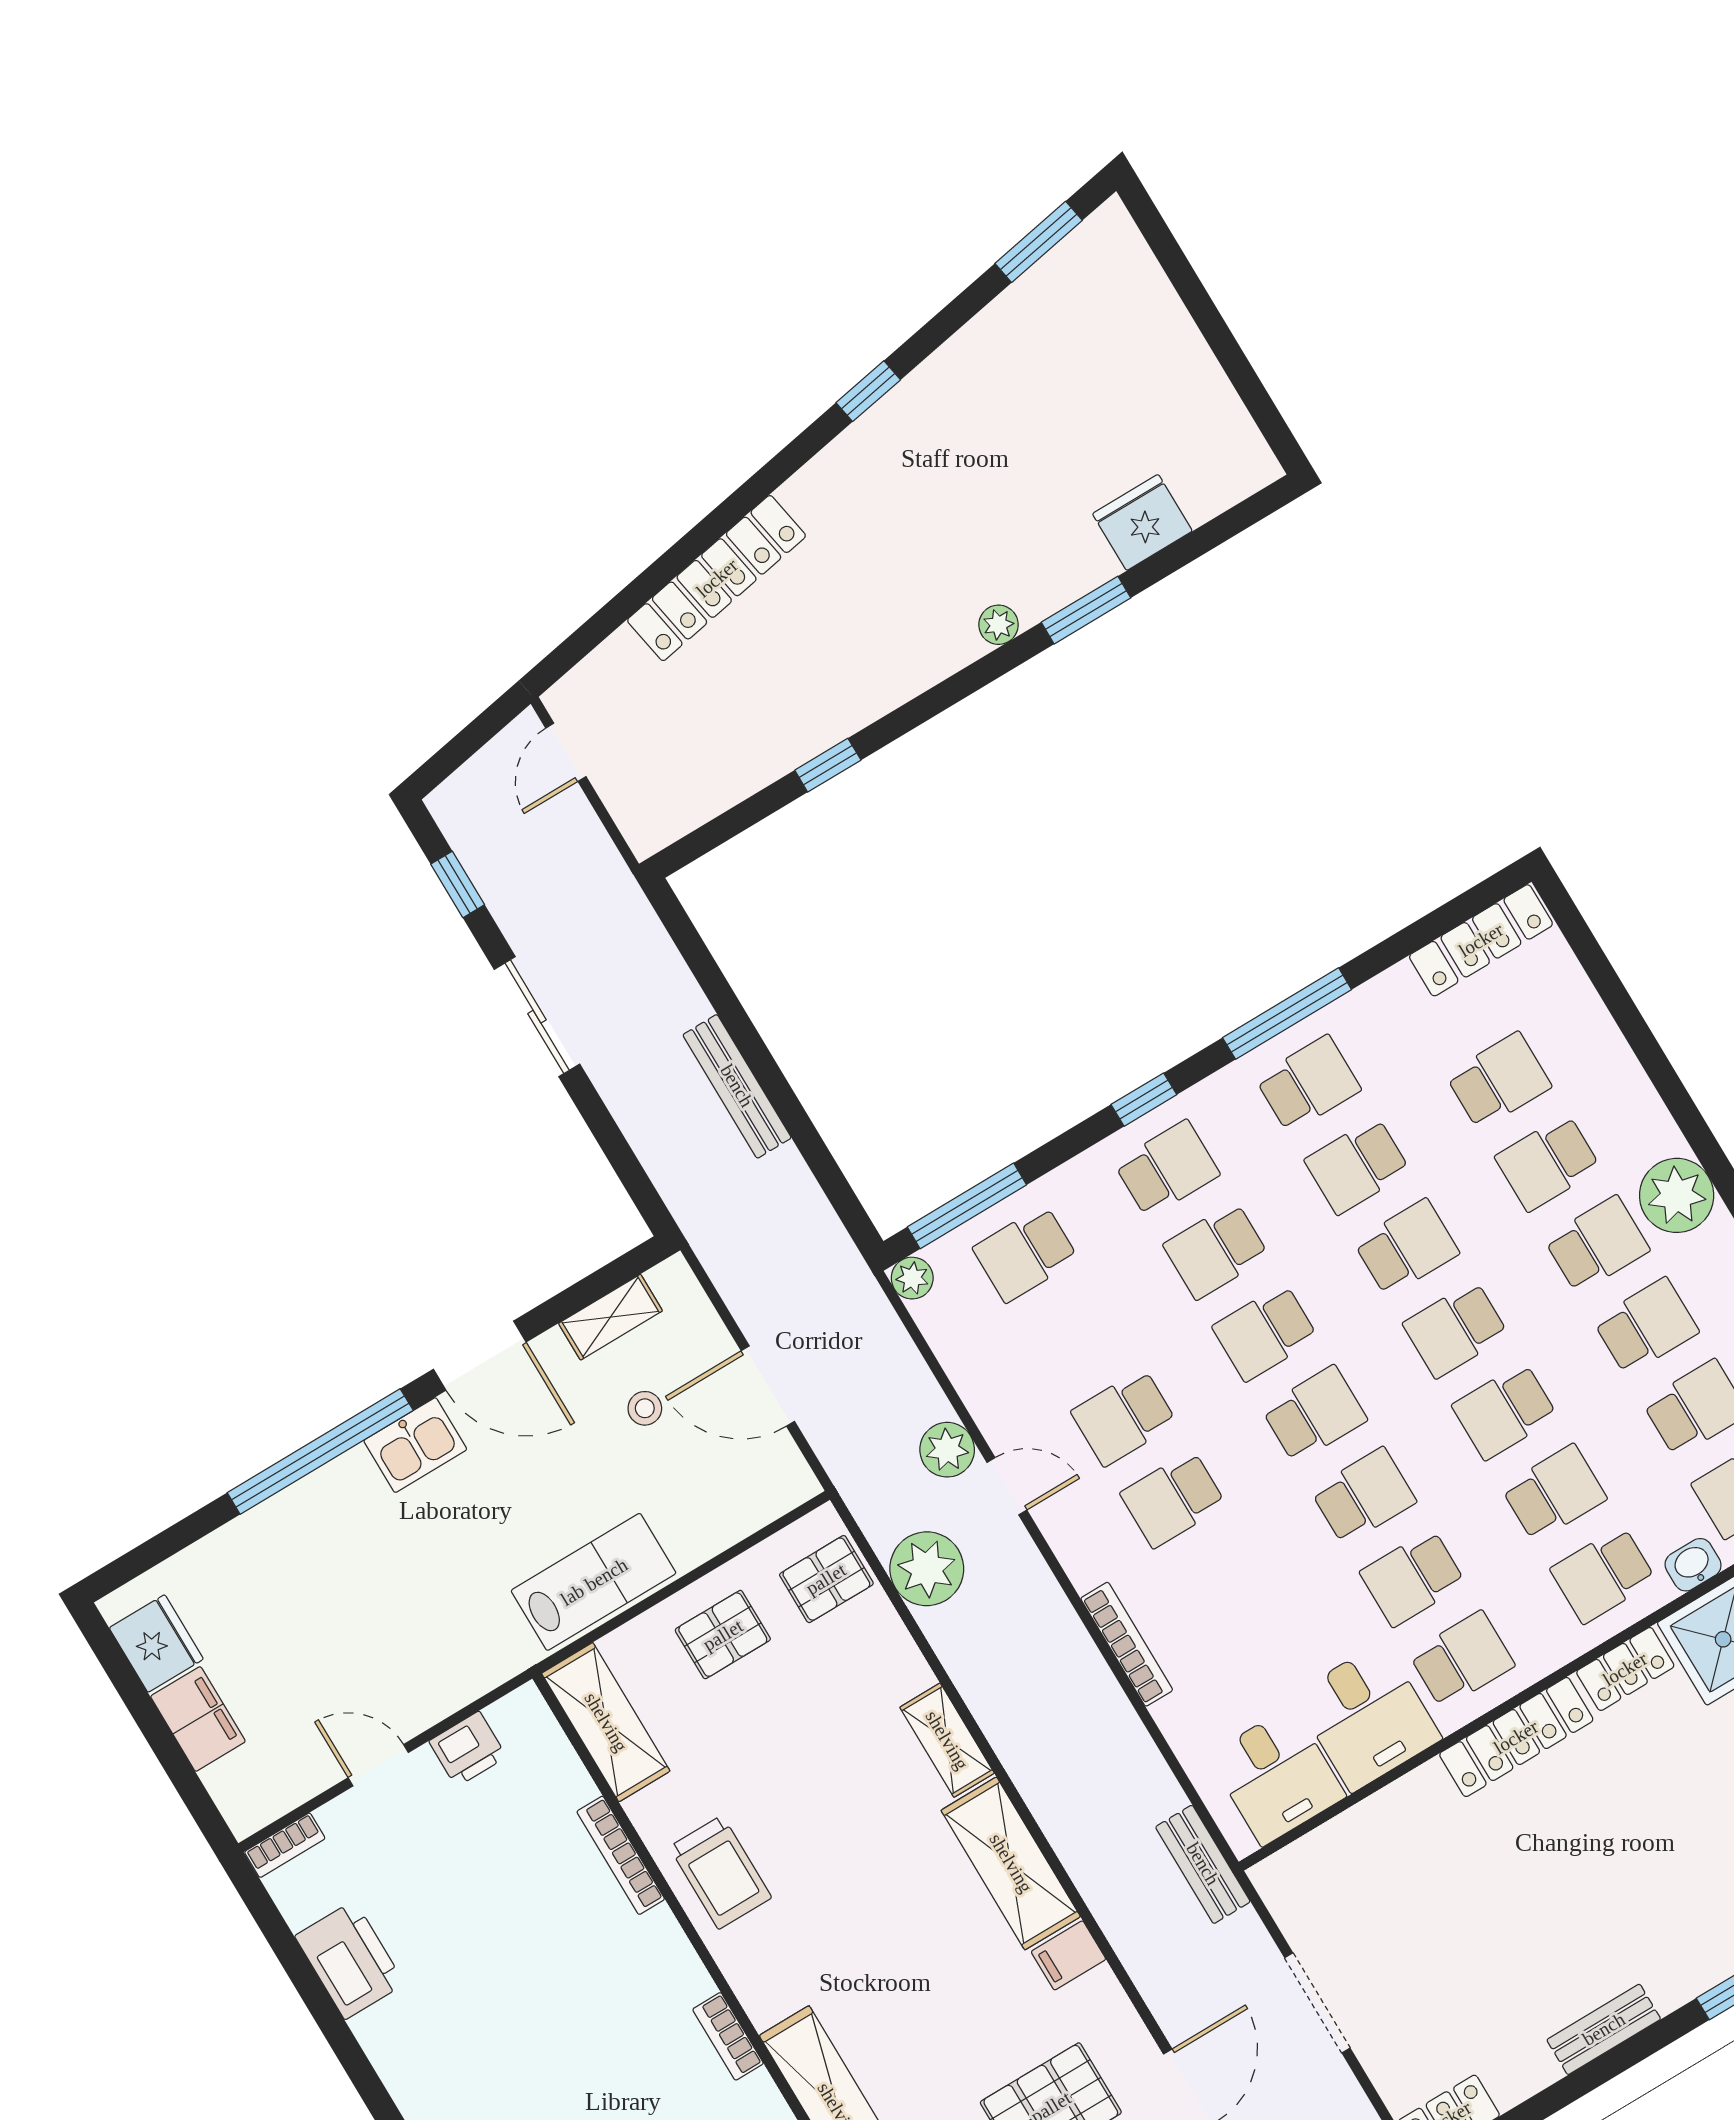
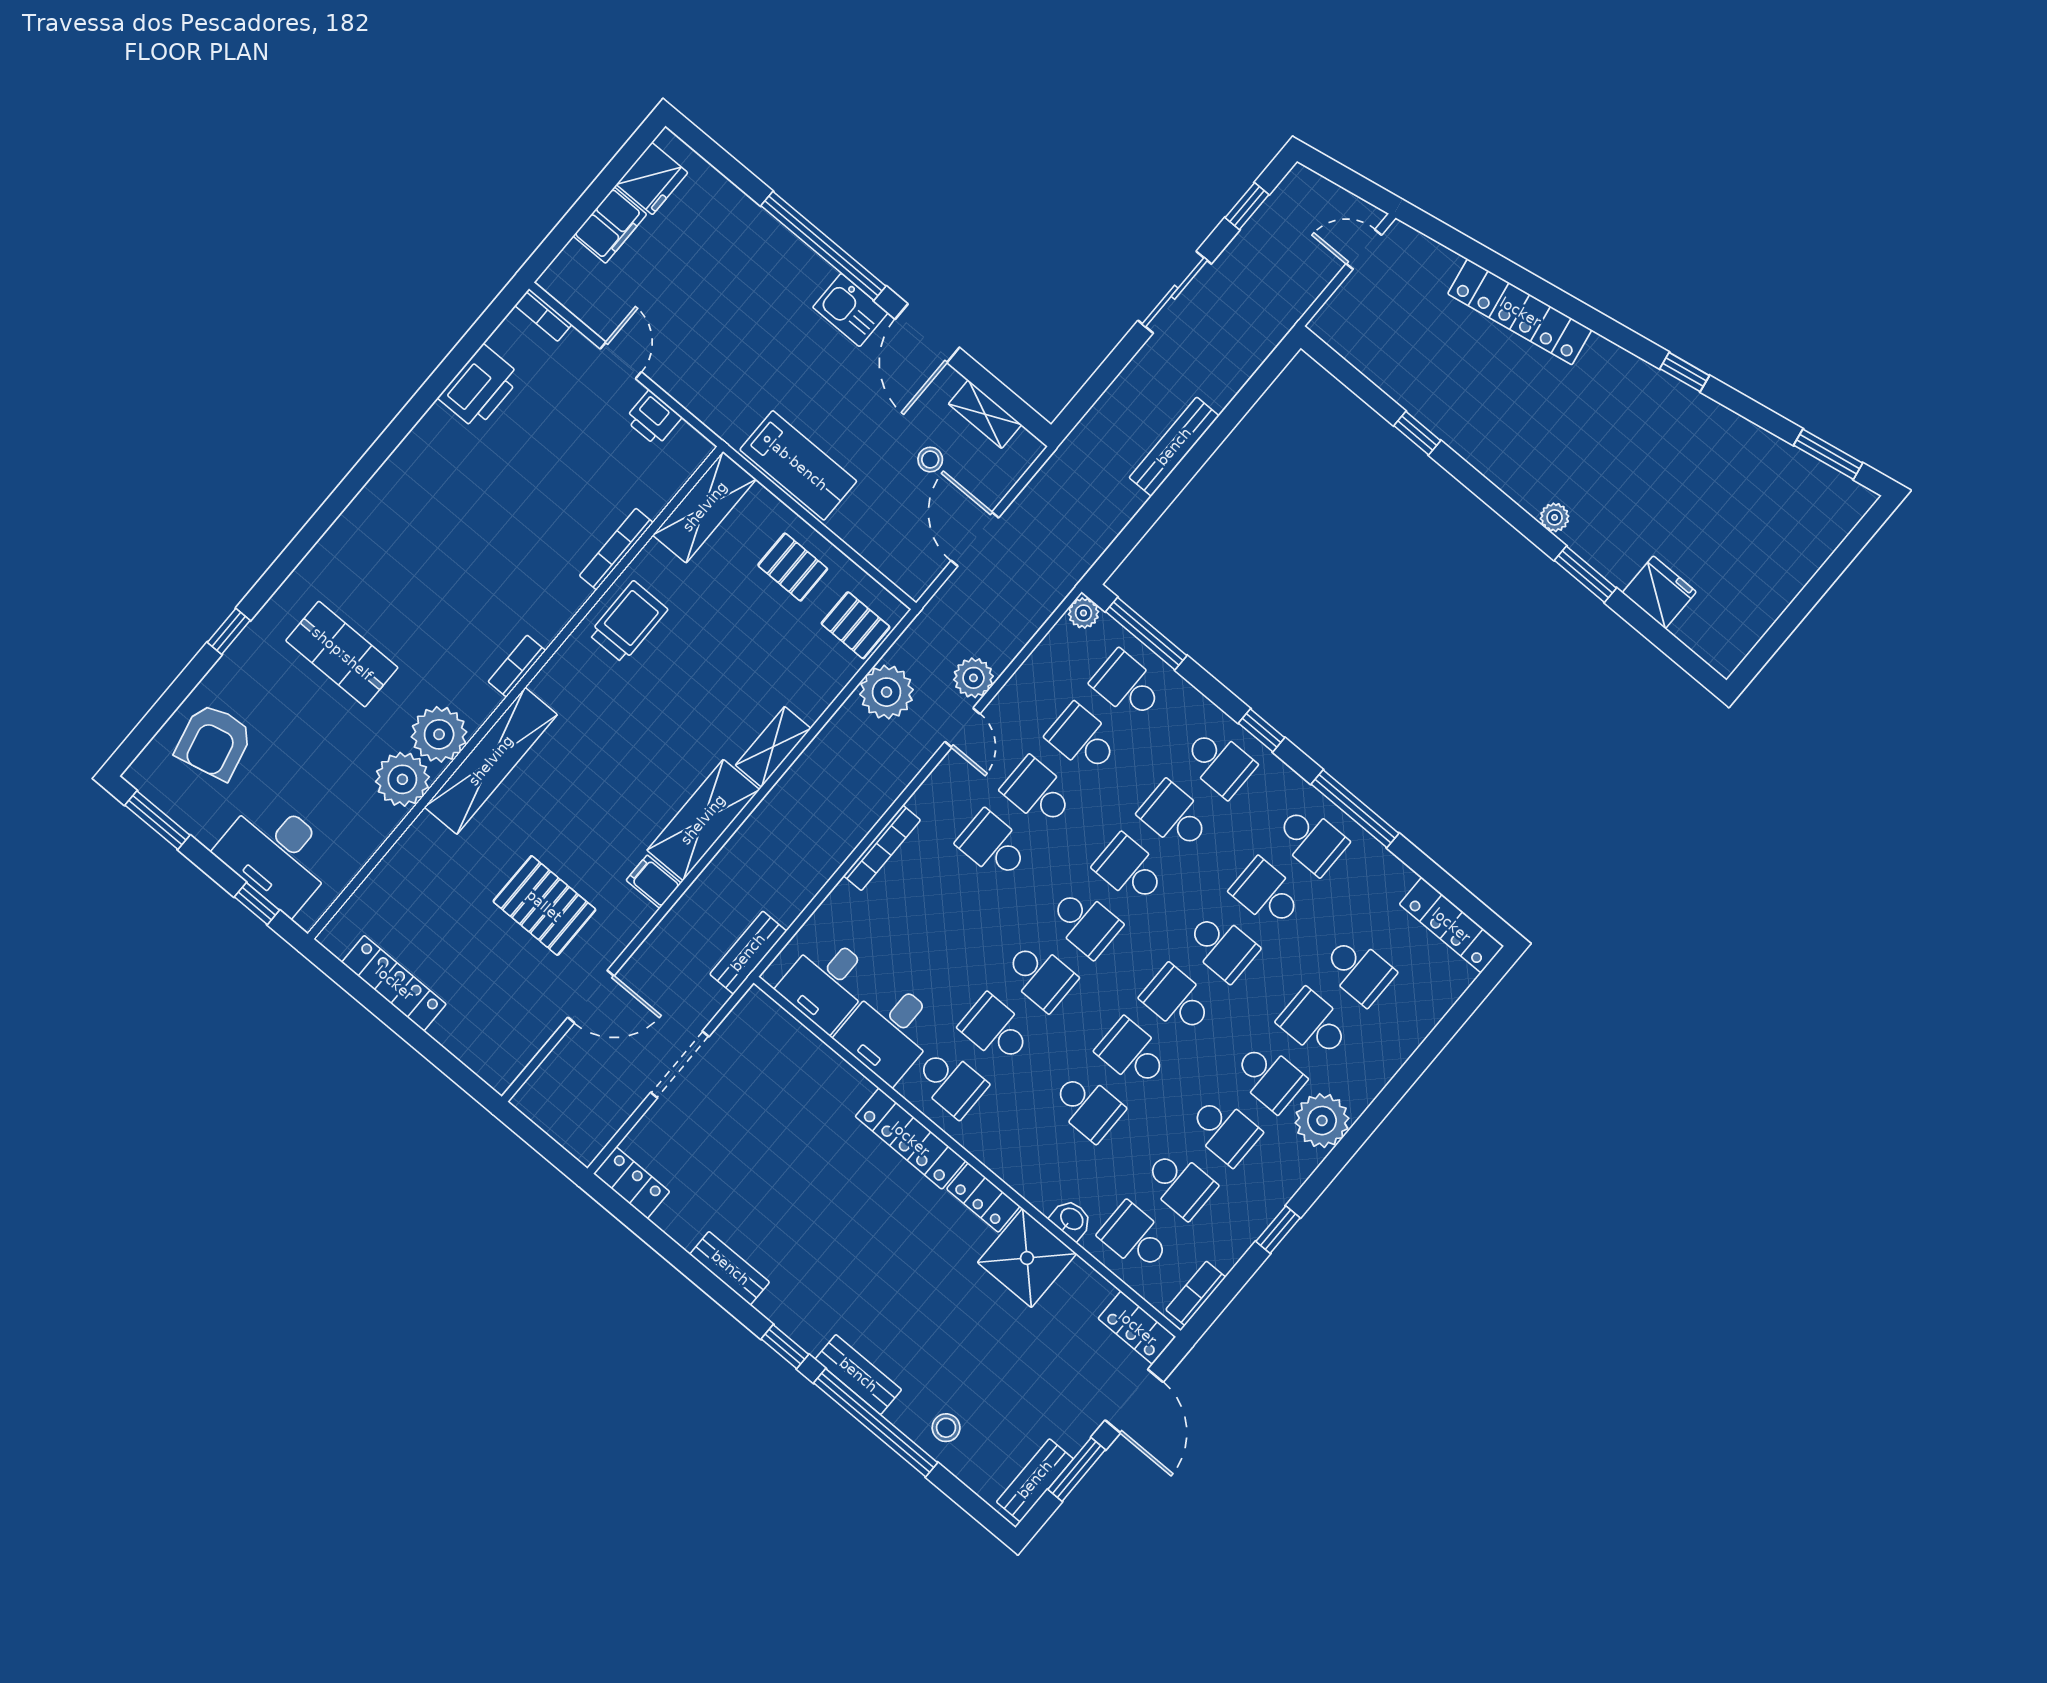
school desk: (1603, 1575) -> (1083, 739), moved
trolley: (720, 1872) -> (628, 622), turned 180

